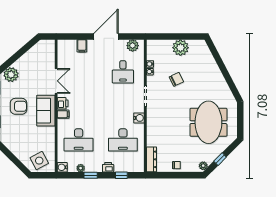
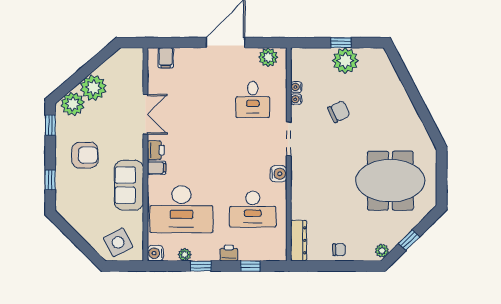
window: (178, 36) -> (341, 43), added
filing cabinet: (82, 46) -> (166, 58), moved
plant: (24, 64) -> (93, 88), added
sofa: (46, 111) -> (129, 185), moved
meeting table: (208, 122) -> (390, 181), turned 90
desk: (79, 140) -> (181, 209), width x1.36, depth x1.30

